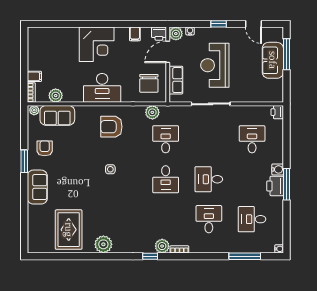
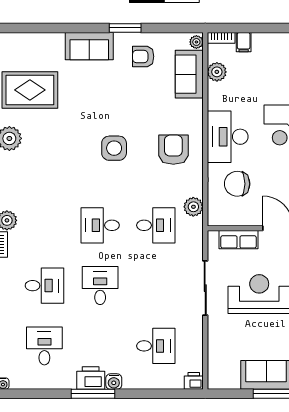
chair: (149, 83) -> (237, 184), moved
armchair: (45, 148) -> (143, 56), turned 180
side table: (110, 169) -> (114, 148), width x1.87, depth x1.87

